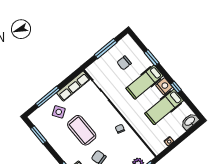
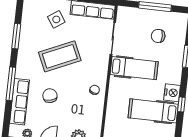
hospital bed: (145, 82) -> (134, 68), moved, turned 180
coffee table: (82, 130) -> (60, 56), turned 66
window: (39, 135) -> (16, 36), moved

